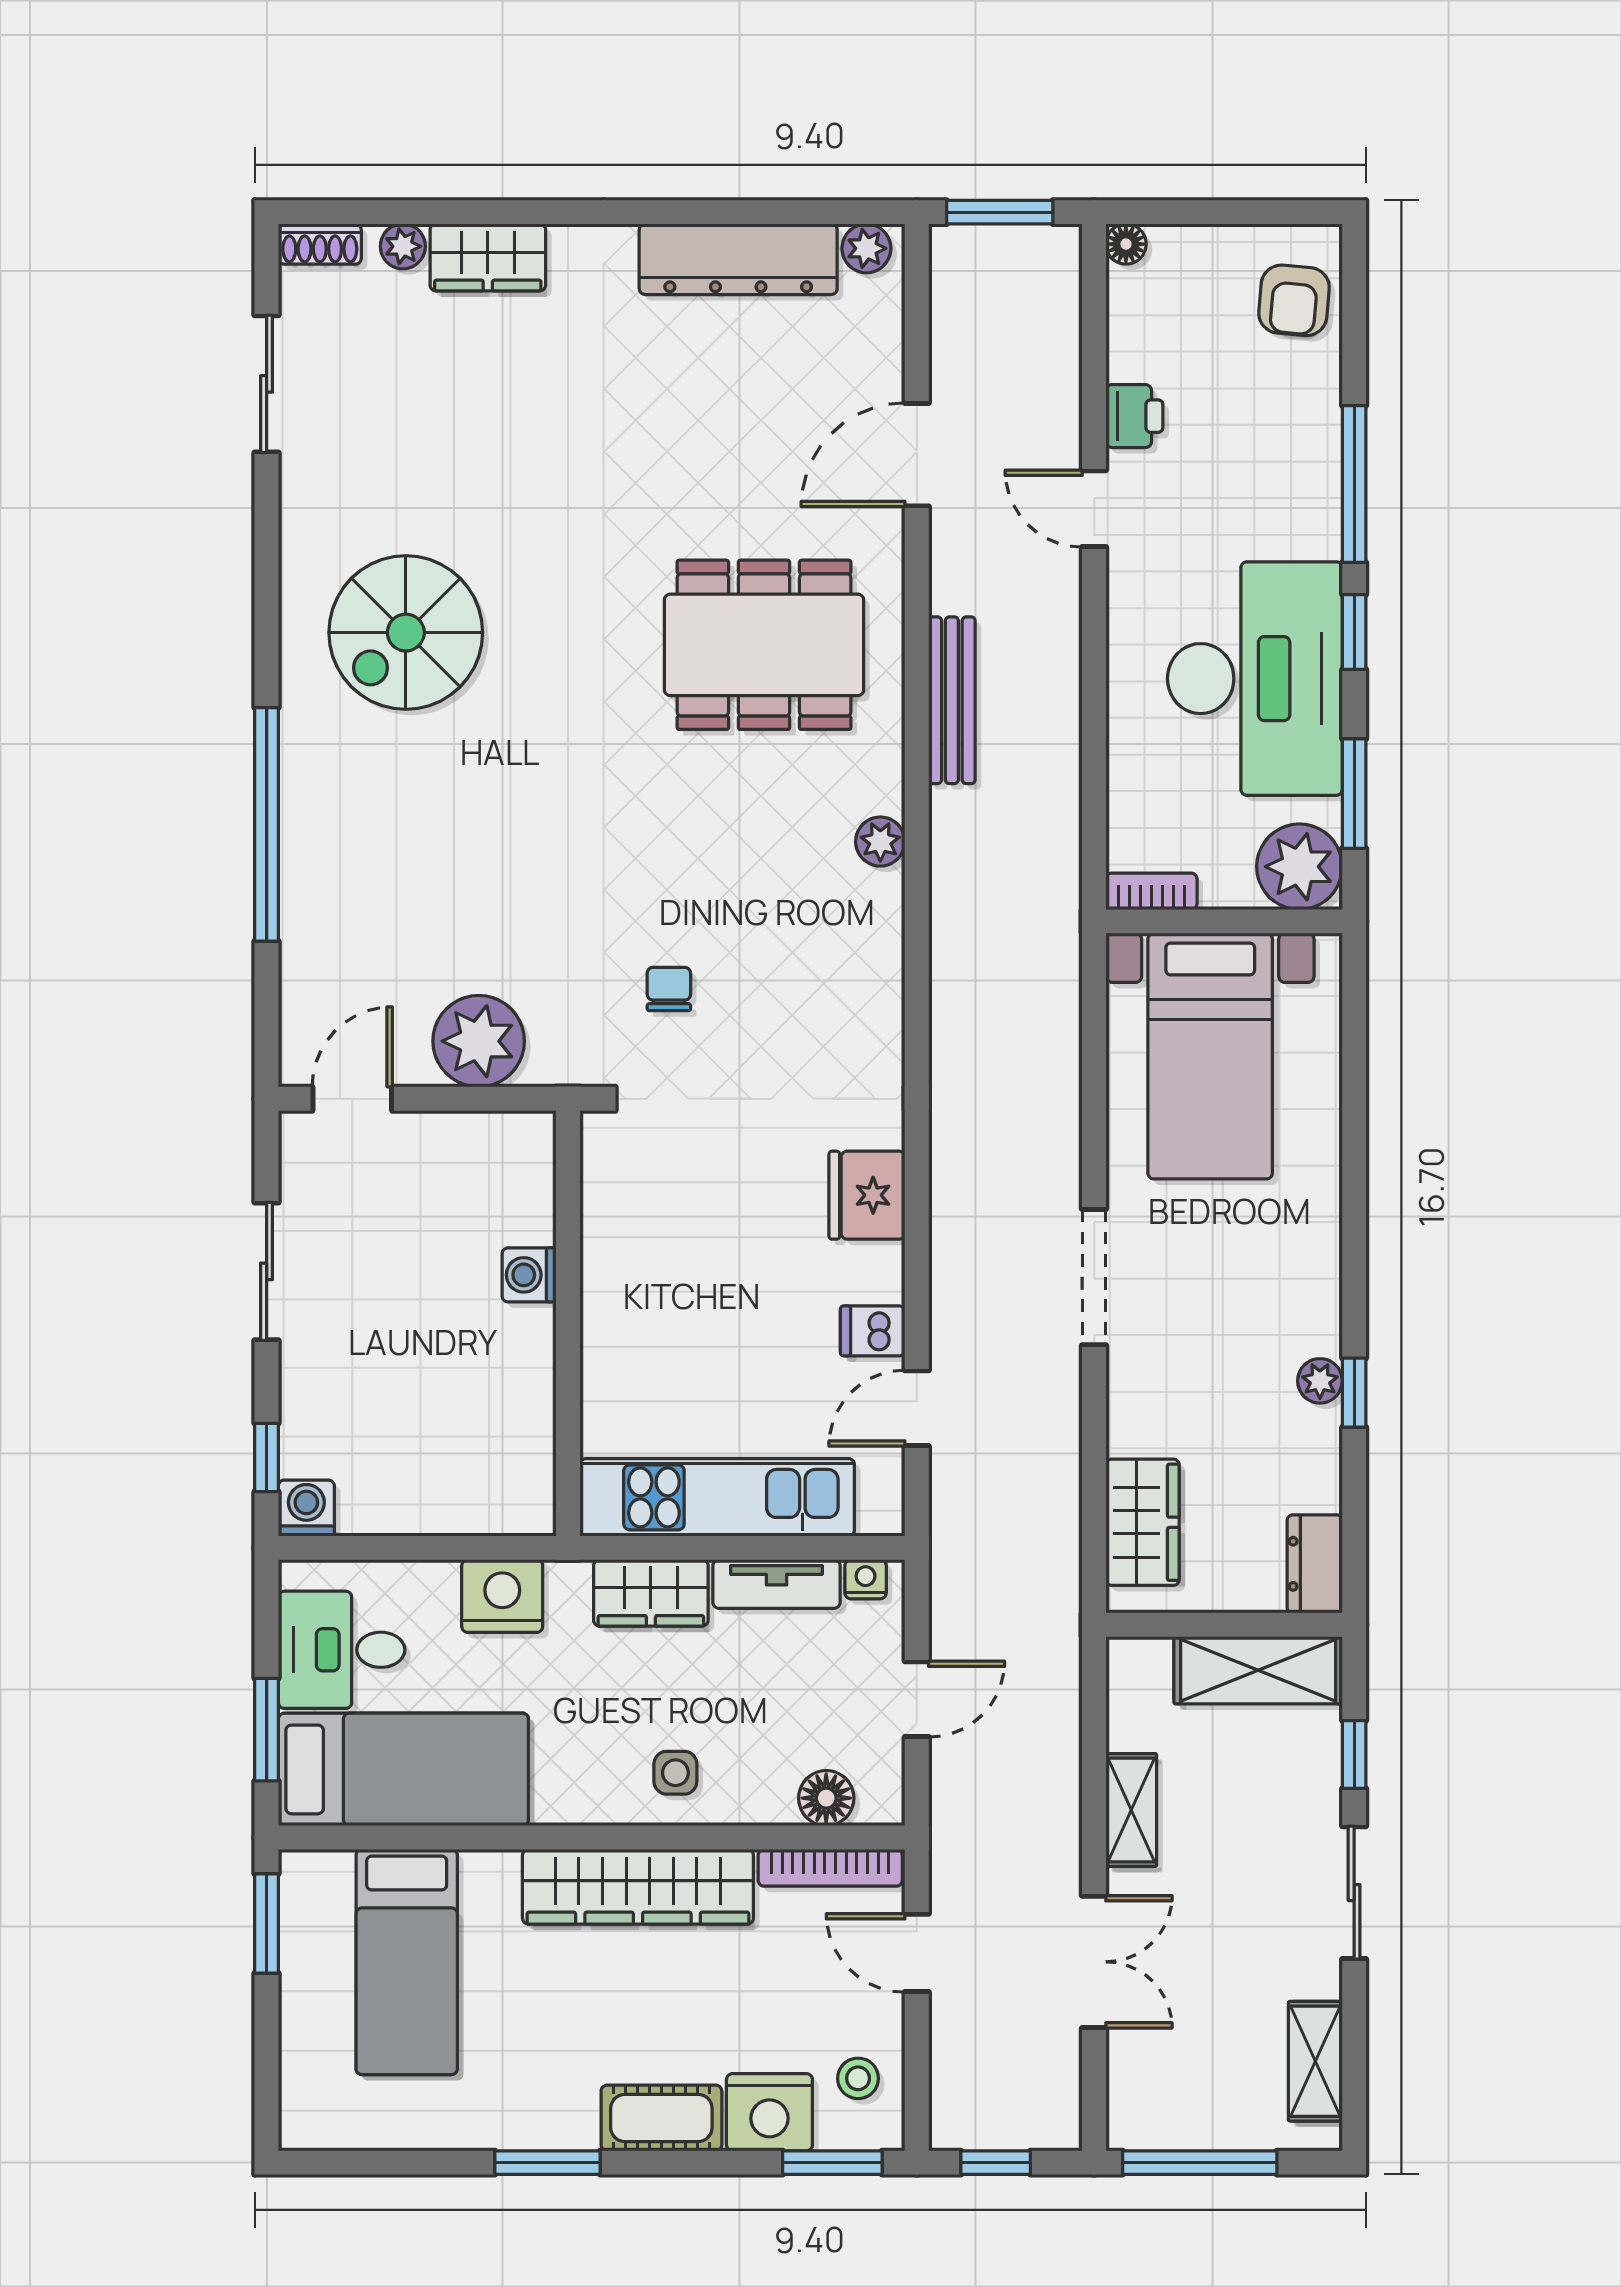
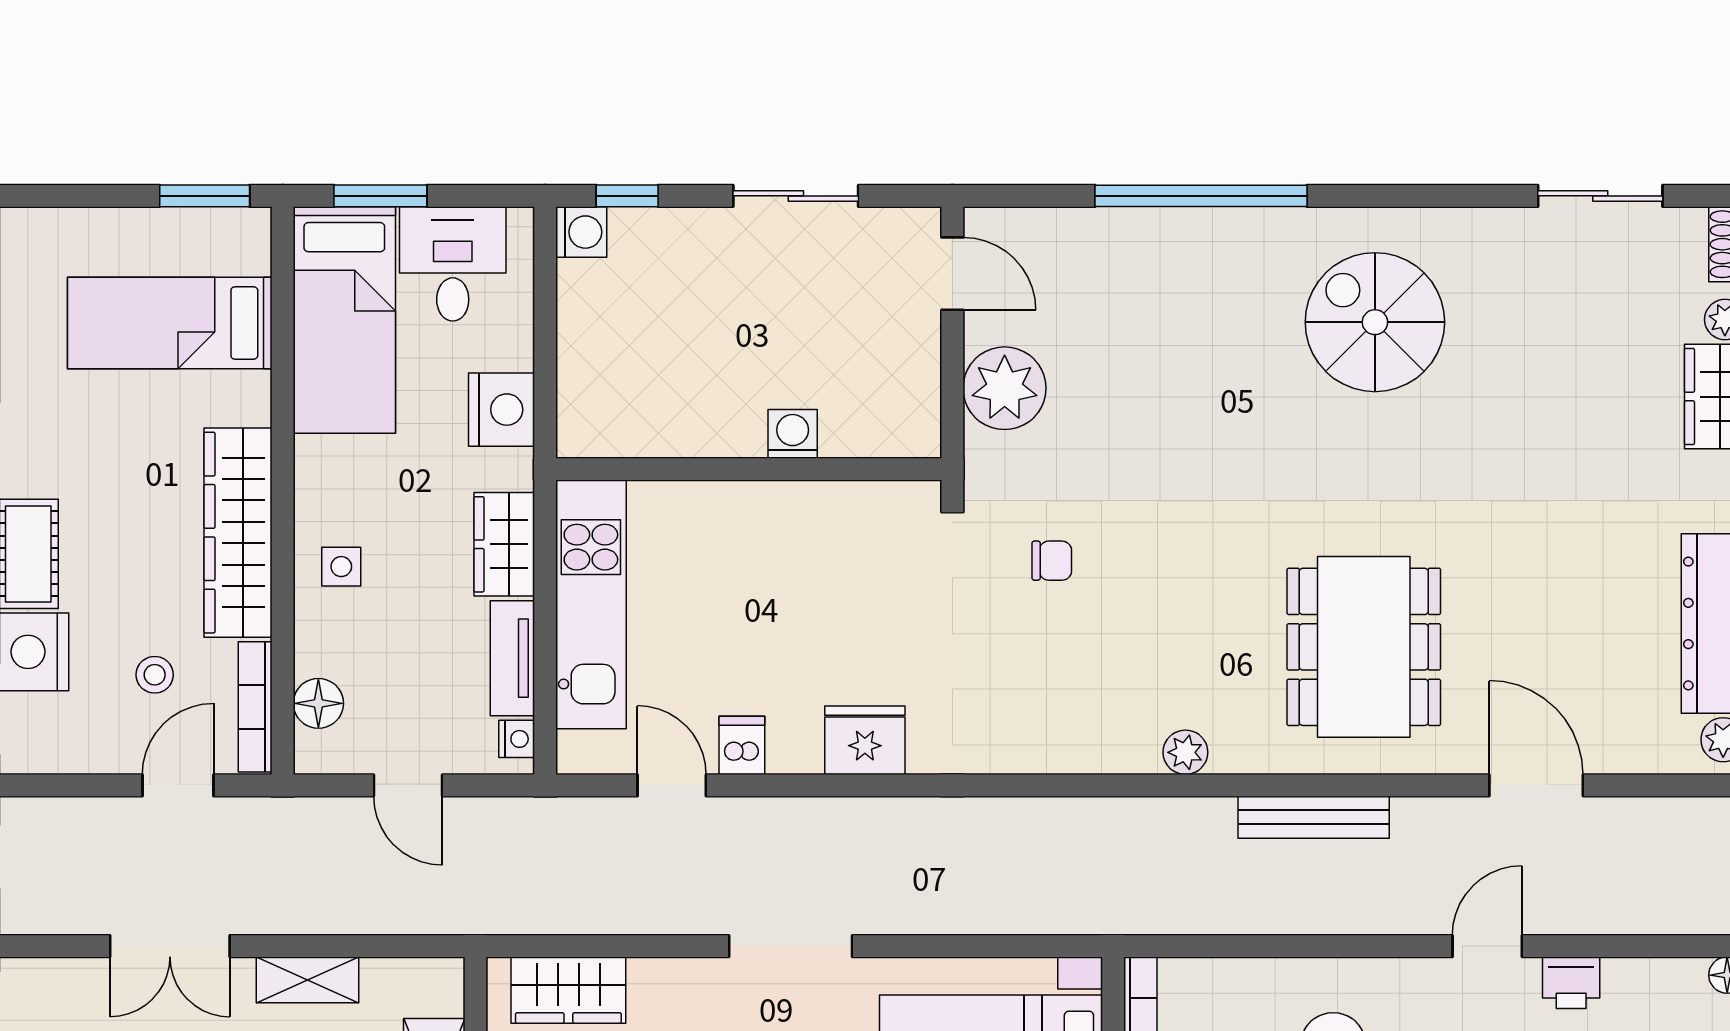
stool: (858, 2078) -> (155, 675), moved

